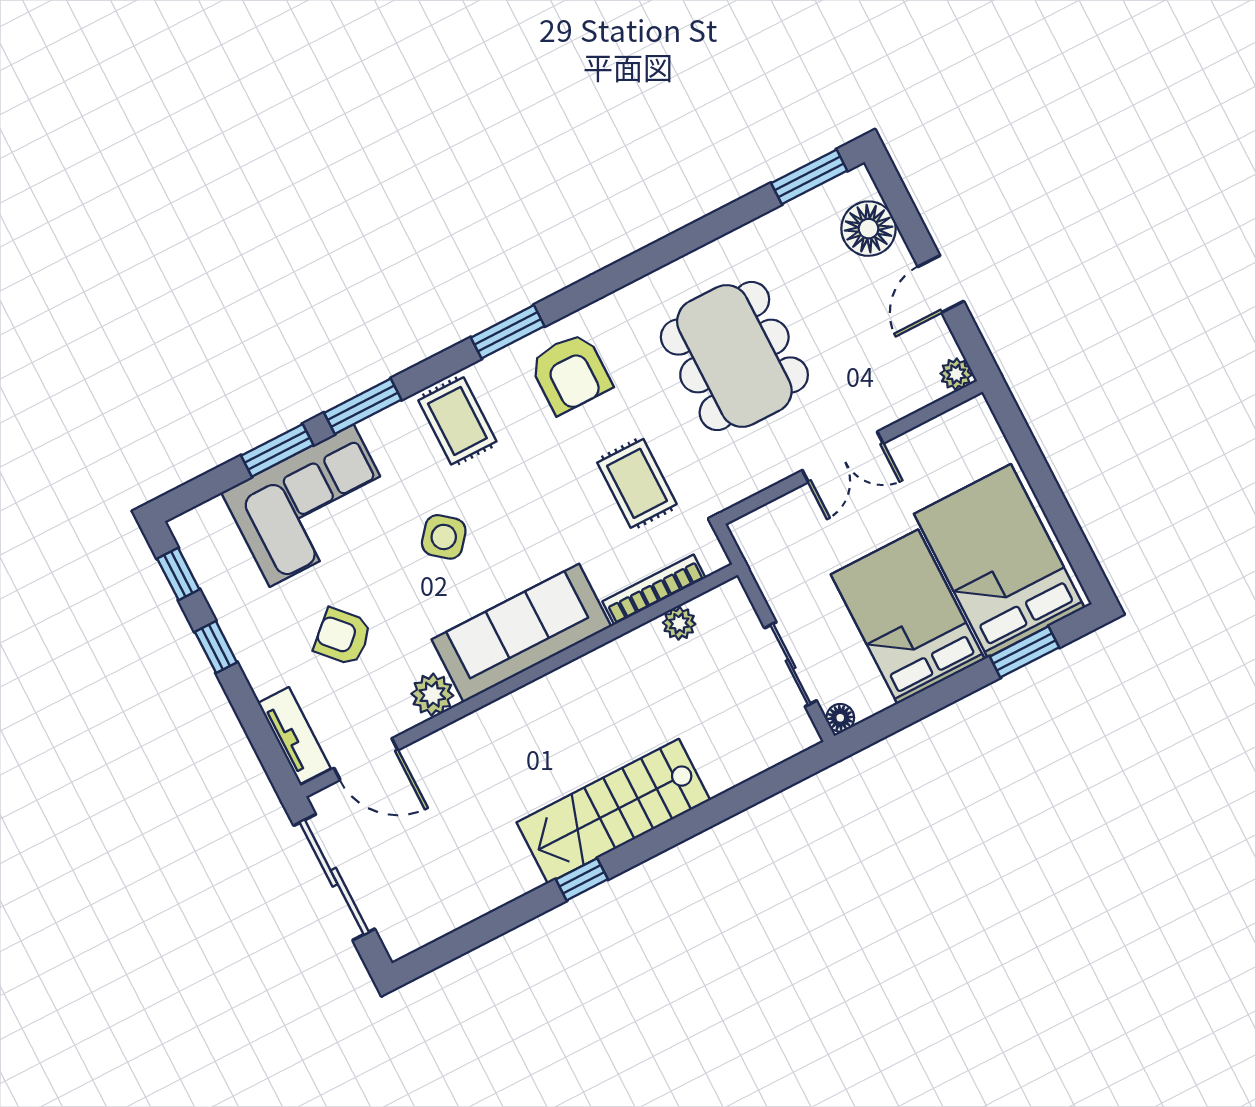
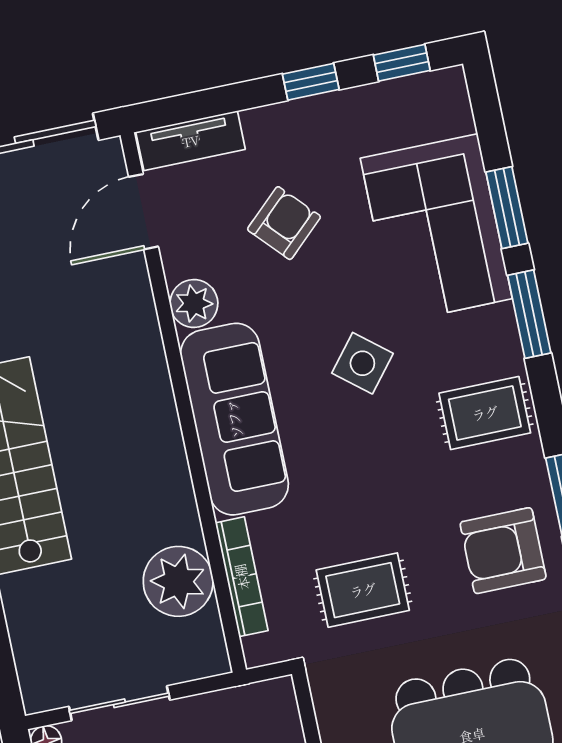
plant: (679, 623) -> (178, 581), width x1.88, depth x1.88

